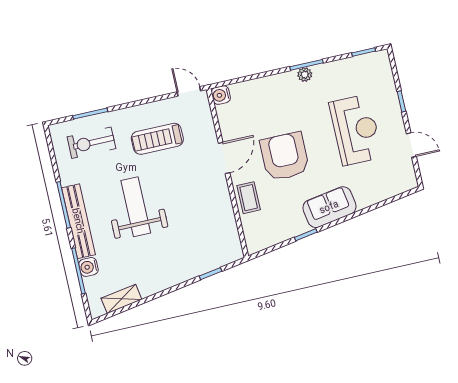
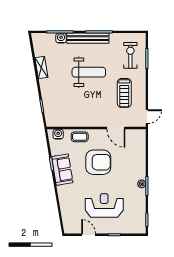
water cooler: (221, 95) -> (58, 134), moved
reception desk: (356, 130) -> (104, 205), turned 180
treadmill: (157, 139) -> (124, 93), turned 180
door: (411, 145) -> (89, 235), swing flipped
door: (224, 158) -> (116, 128), moved
sofa: (329, 207) -> (62, 170), moved
shelving: (121, 299) -> (41, 68), moved

